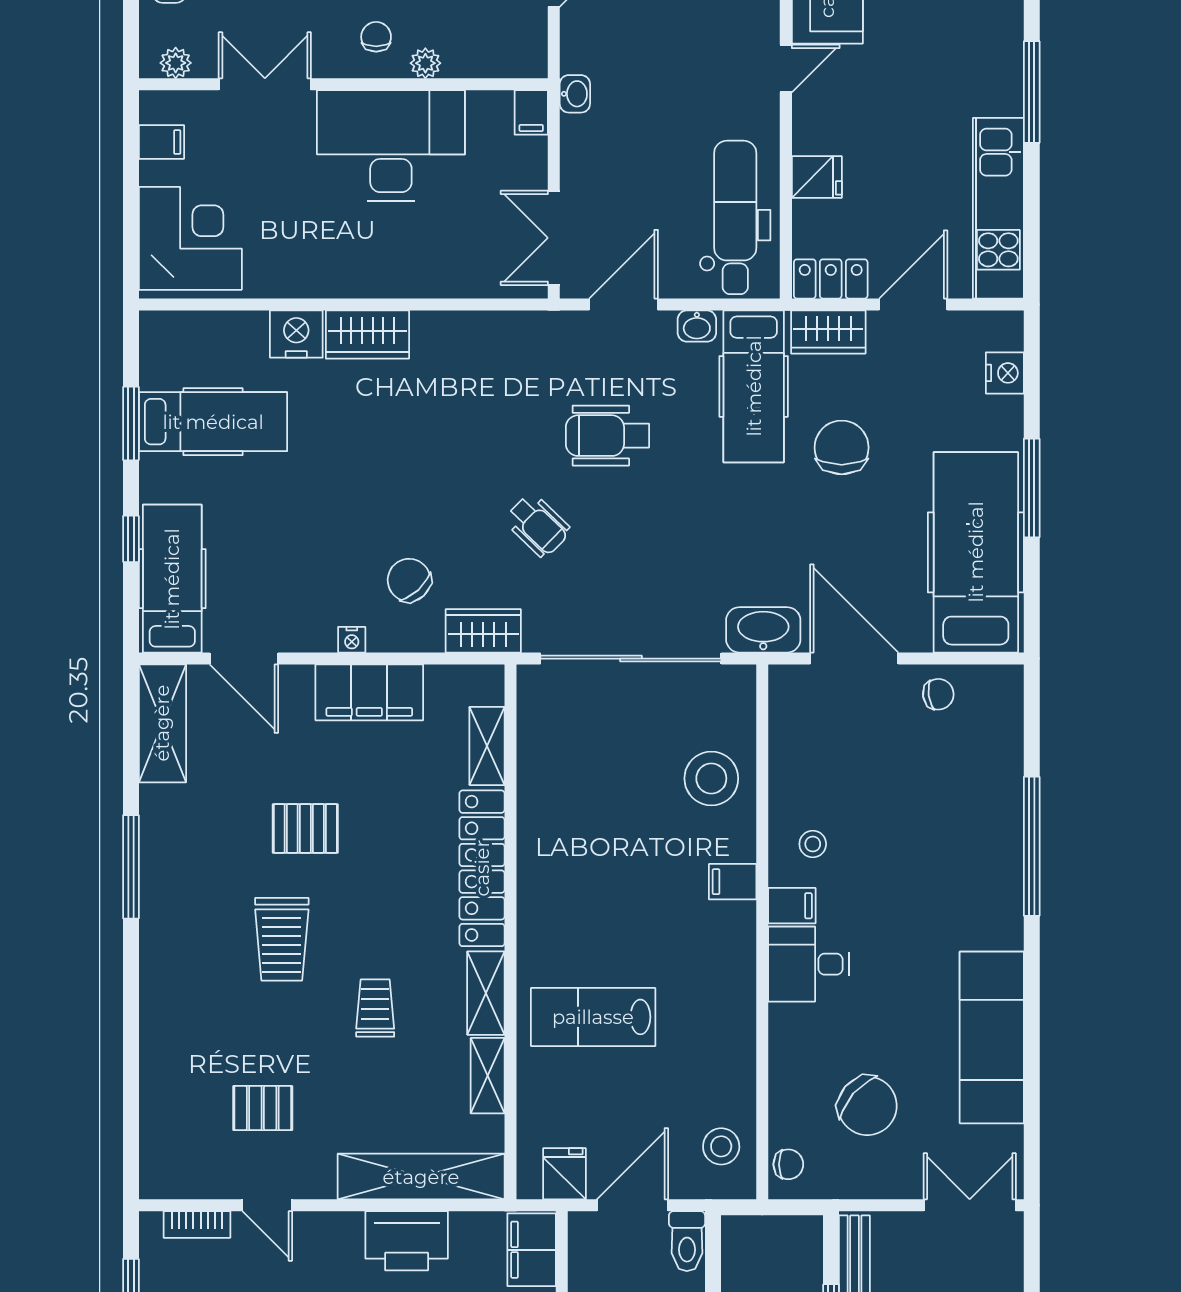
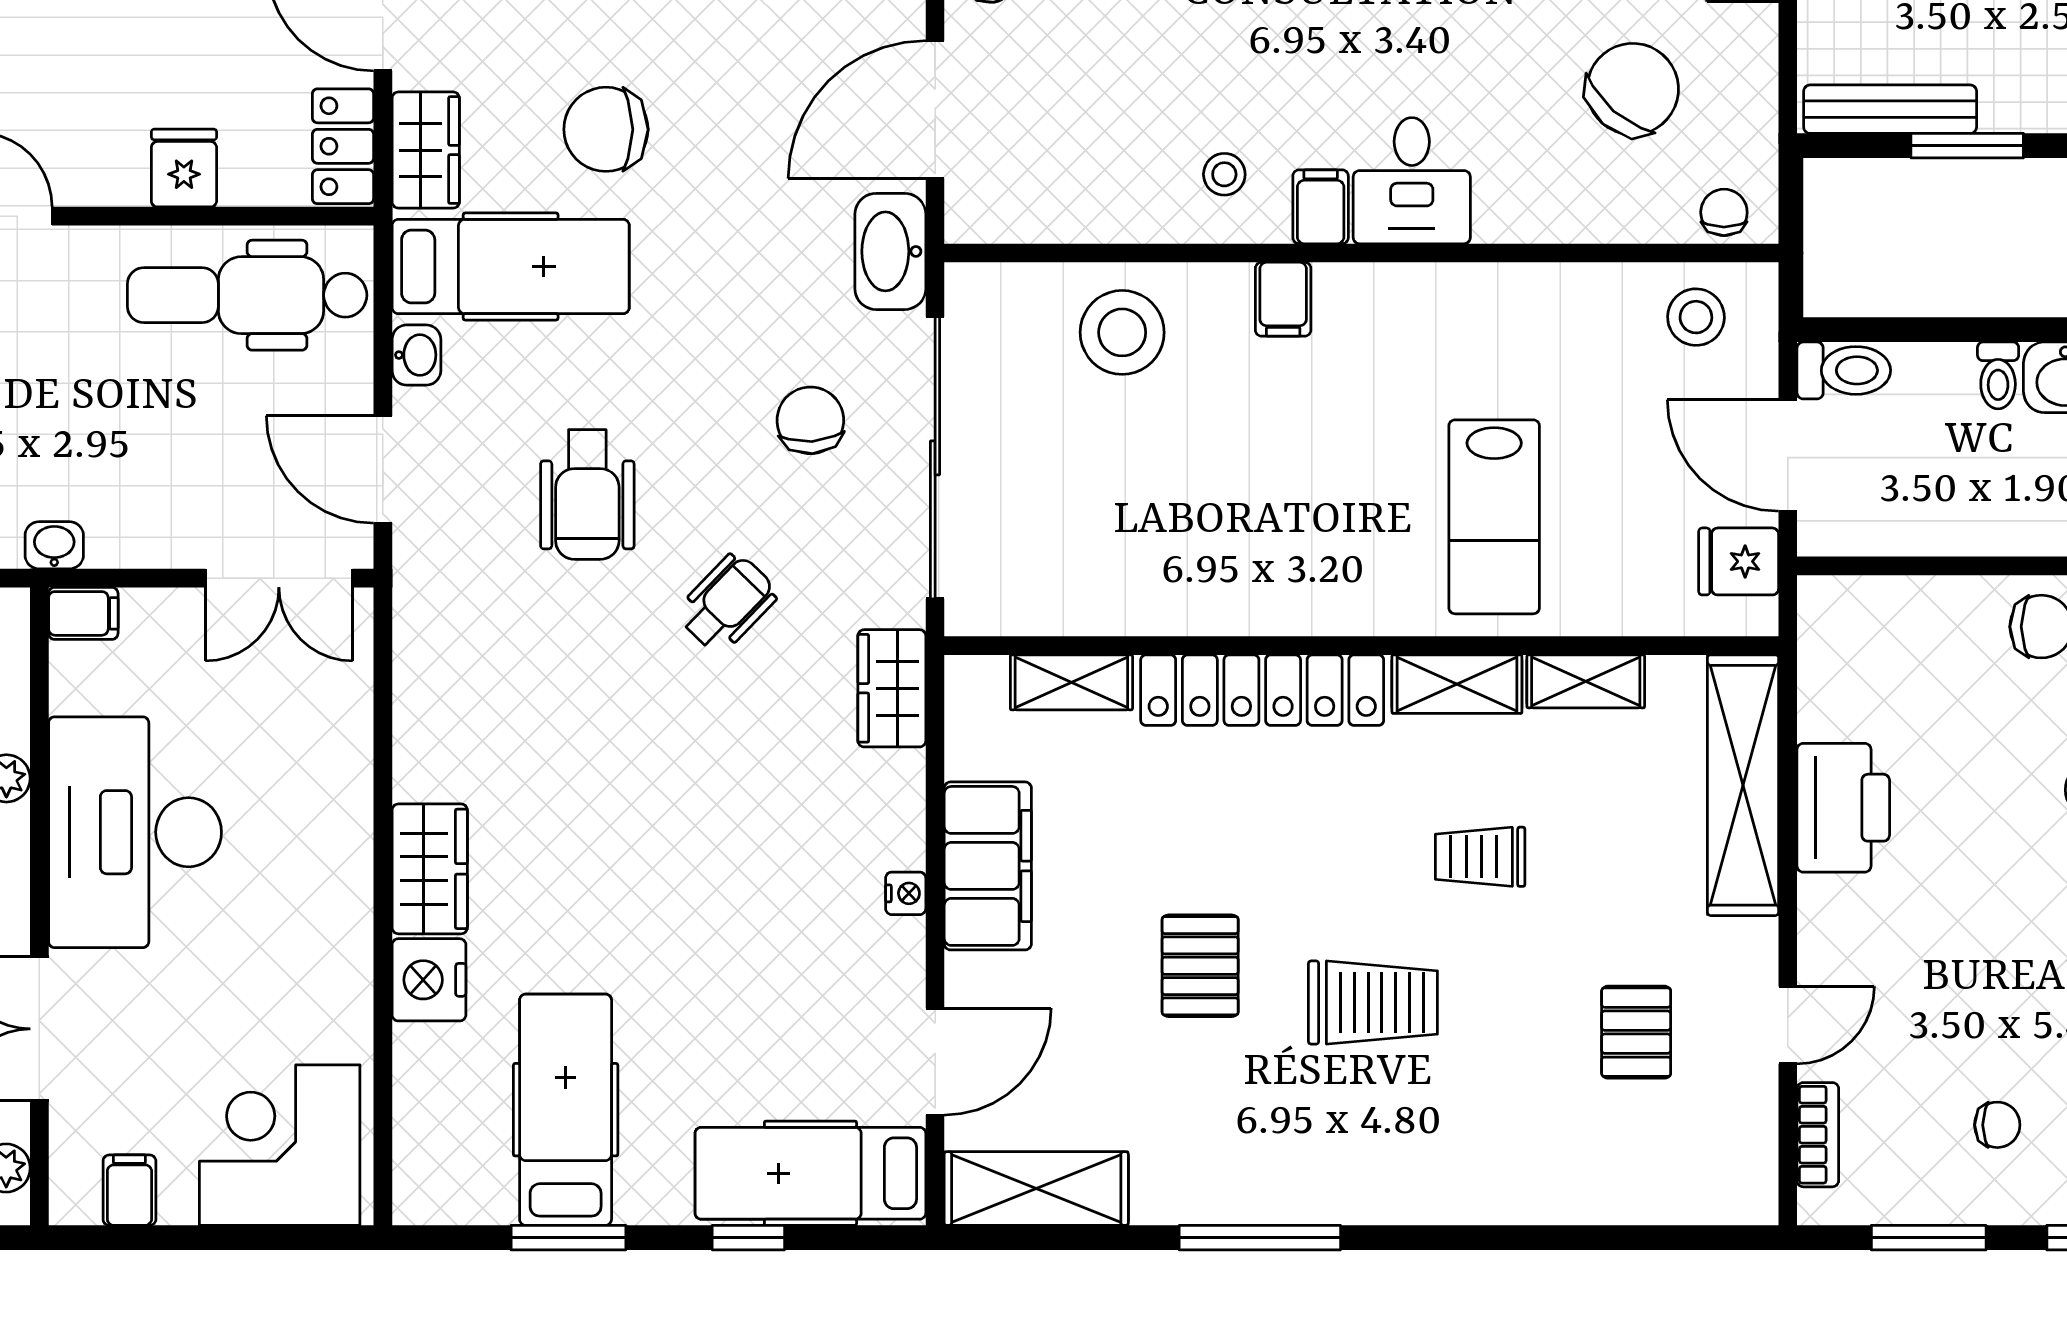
chair: (409, 580) -> (810, 420), moved, turned 129
filing cabinet: (532, 1250) -> (1857, 613), removed

